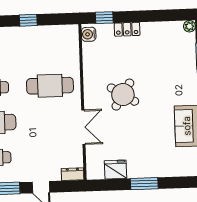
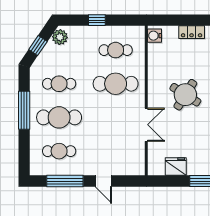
window: (104, 18) -> (170, 20), removed
cafe table: (49, 51) -> (116, 50), added
dresser: (73, 174) -> (134, 170), removed

